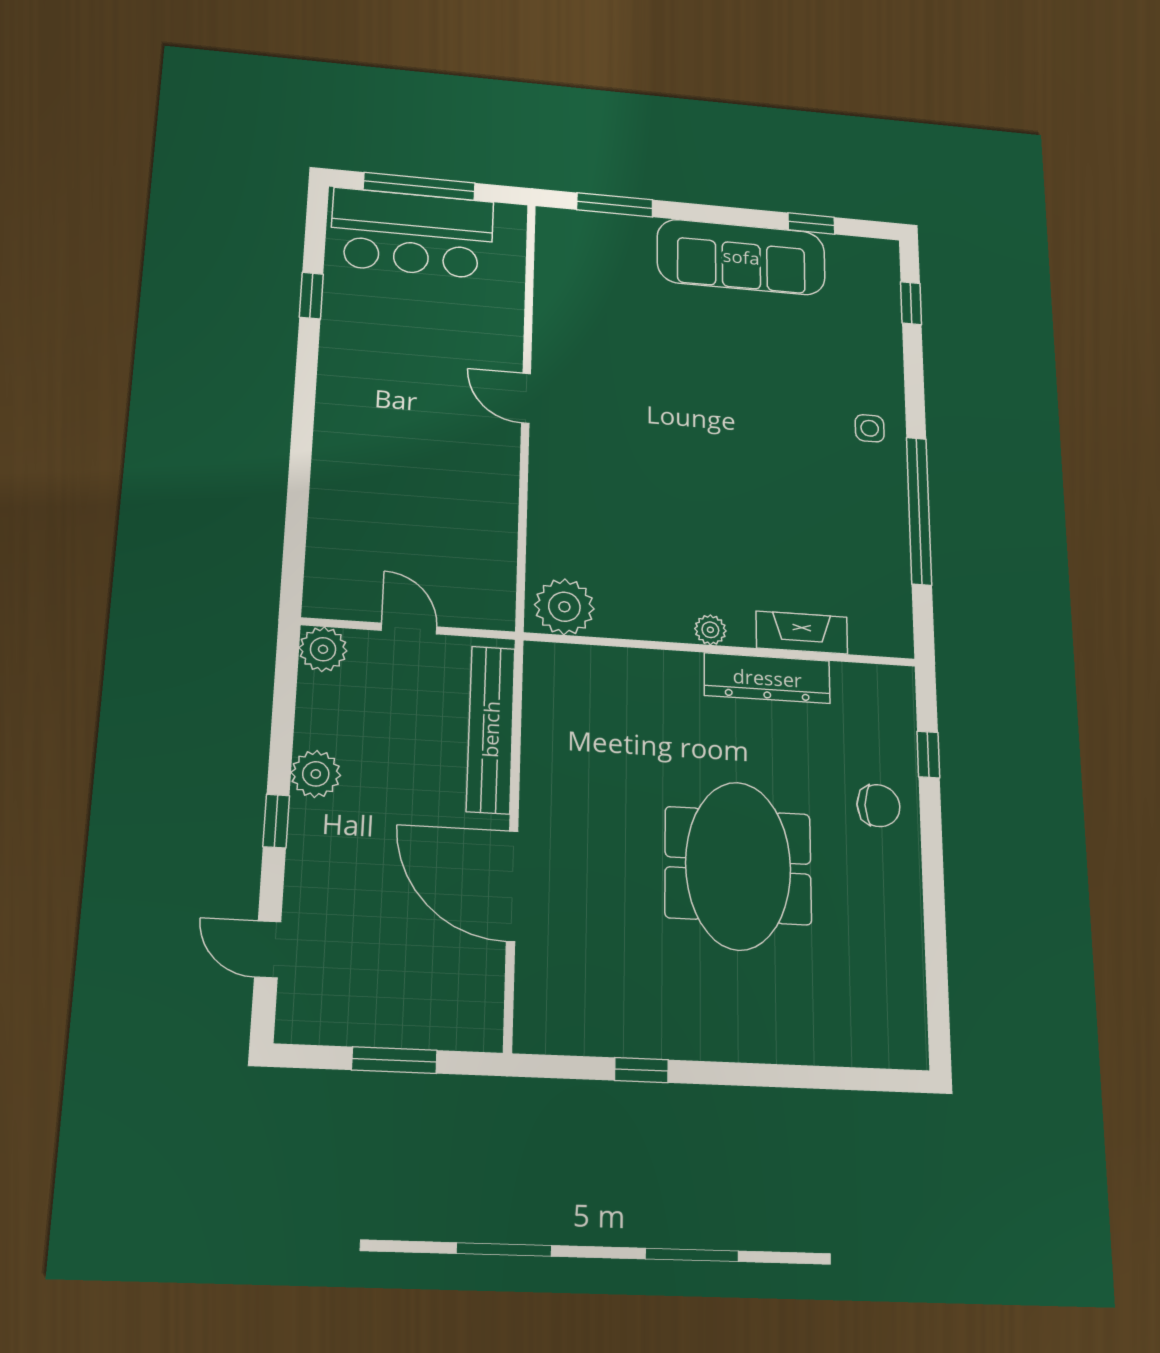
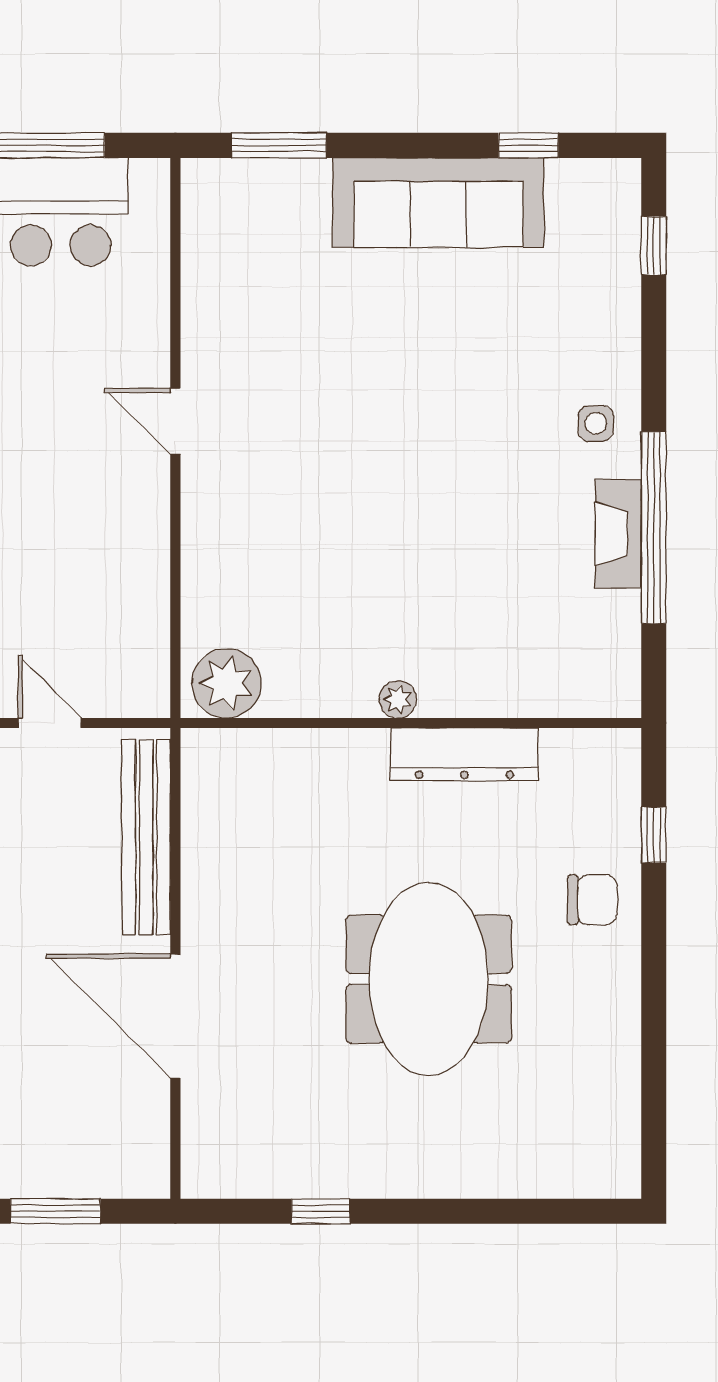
fireplace: (802, 632) -> (618, 534), moved, turned -90

